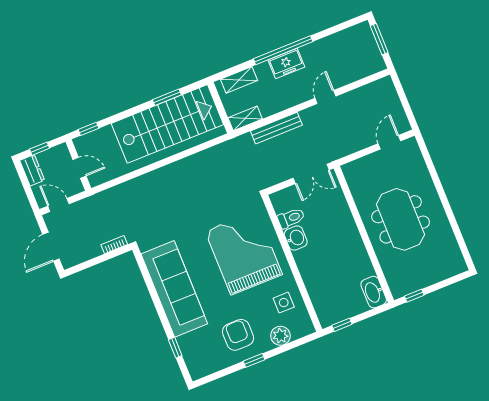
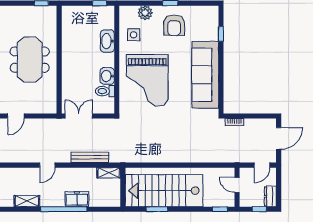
freezer: (286, 64) -> (77, 199), moved
shelving: (239, 80) -> (27, 201), moved
door: (58, 205) -> (262, 165), hinge flipped
washbasin: (374, 292) -> (107, 41), moved, turned 180

